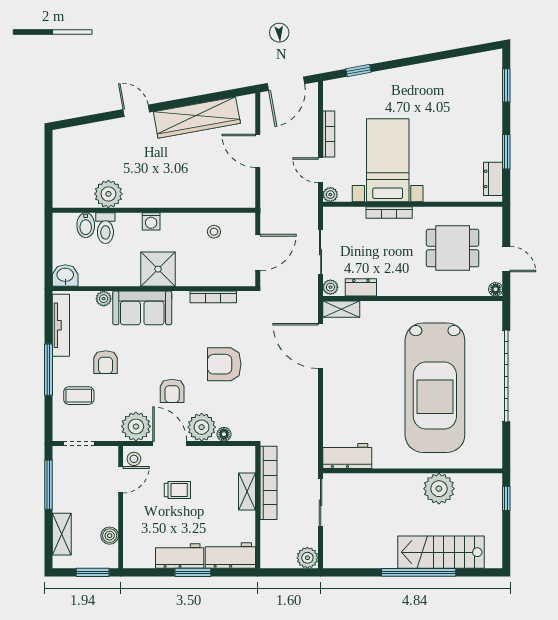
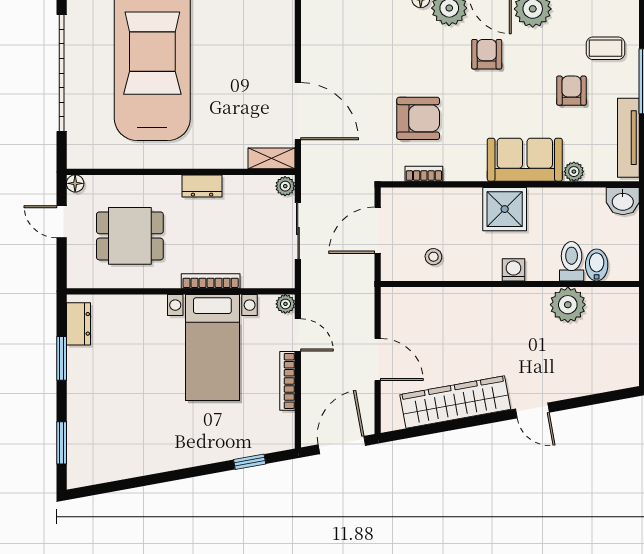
dresser: (361, 287) -> (202, 186), moved
bookcase: (213, 297) -> (424, 174), width x0.64
armchair: (224, 364) -> (418, 118), moved

